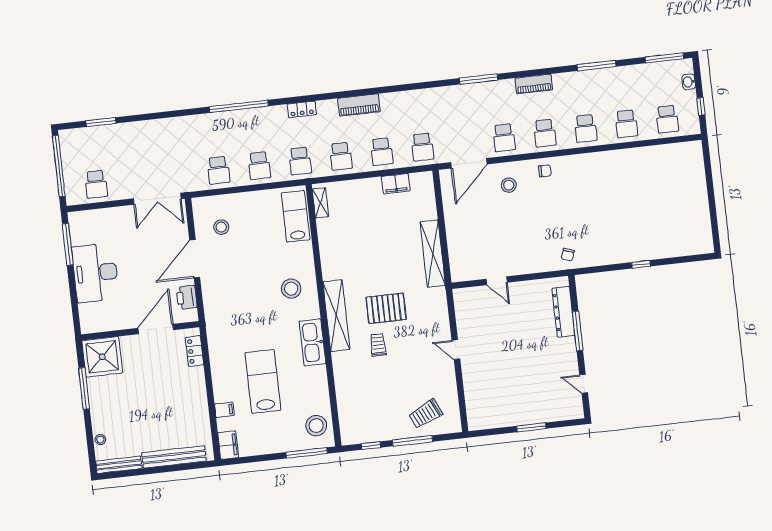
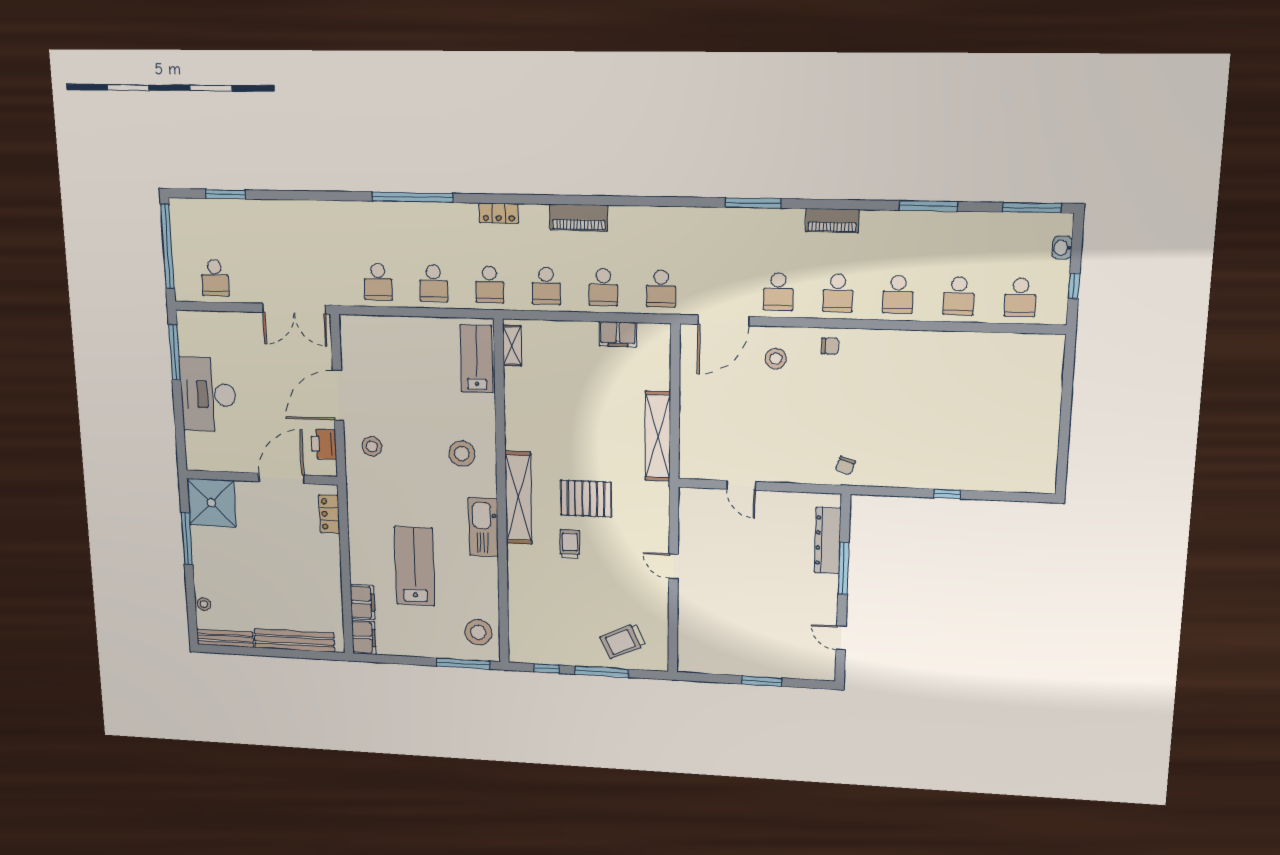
stool: (221, 227) -> (372, 446), moved
filing cabinet: (224, 410) -> (362, 602), width x2.00

